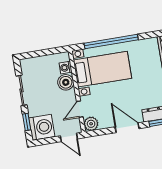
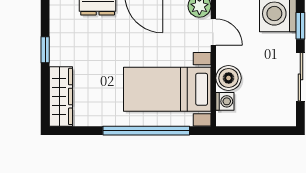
door: (80, 109) -> (213, 32), hinge flipped

